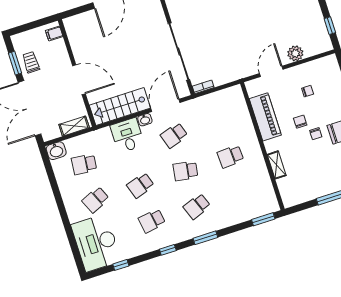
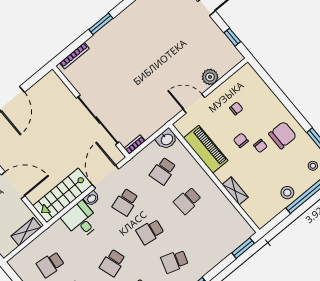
door: (271, 71) -> (194, 103), hinge flipped
school desk: (219, 121) -> (163, 171), added
washbasin: (56, 151) -> (167, 139), moved
stool: (323, 185) -> (287, 193), added
school desk: (197, 206) -> (175, 261), turned 39

